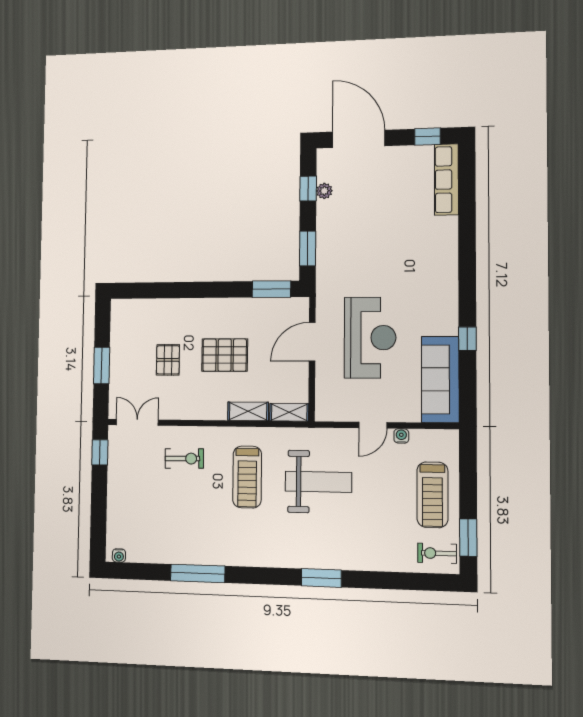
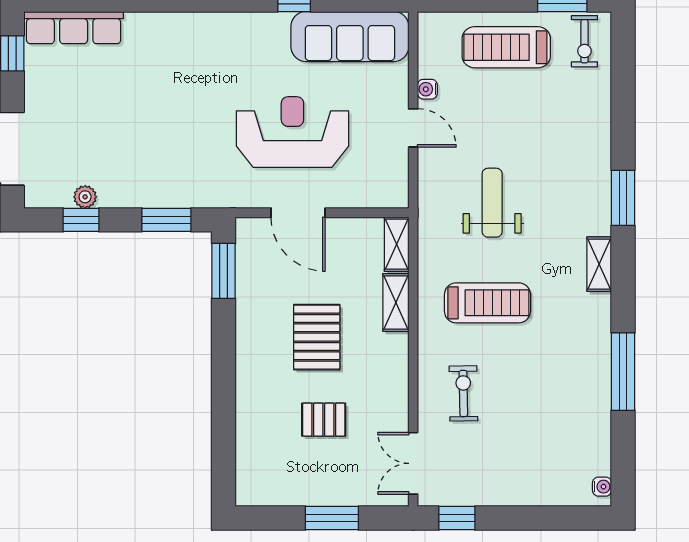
weight bench: (318, 482) -> (492, 203), width x0.73, depth x0.75
treadmill: (432, 495) -> (506, 47), turned 180
shelving: (274, 559) -> (599, 264), added

